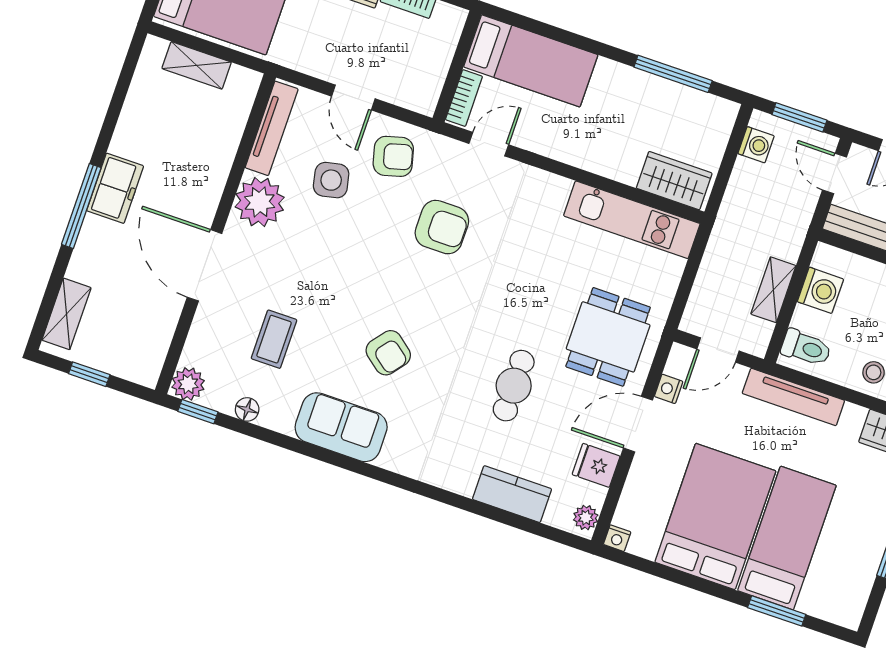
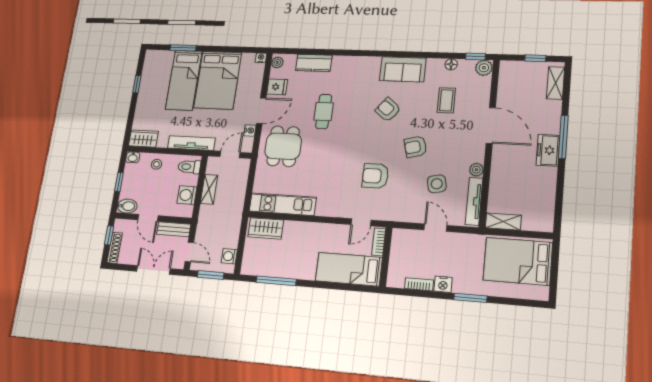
shelving: (197, 65) -> (503, 222), moved
armchair: (393, 156) -> (415, 147), moved
plant: (260, 202) -> (476, 170), width x0.53, depth x0.53

